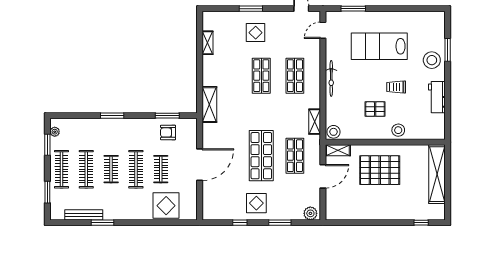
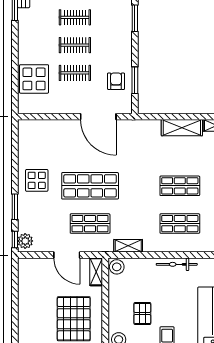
shelving: (209, 105) -> (182, 128), moved
door: (200, 165) -> (98, 117), moved
clothes rail: (136, 169) -> (75, 45), width x0.73
window: (240, 223) -> (15, 239), moved

